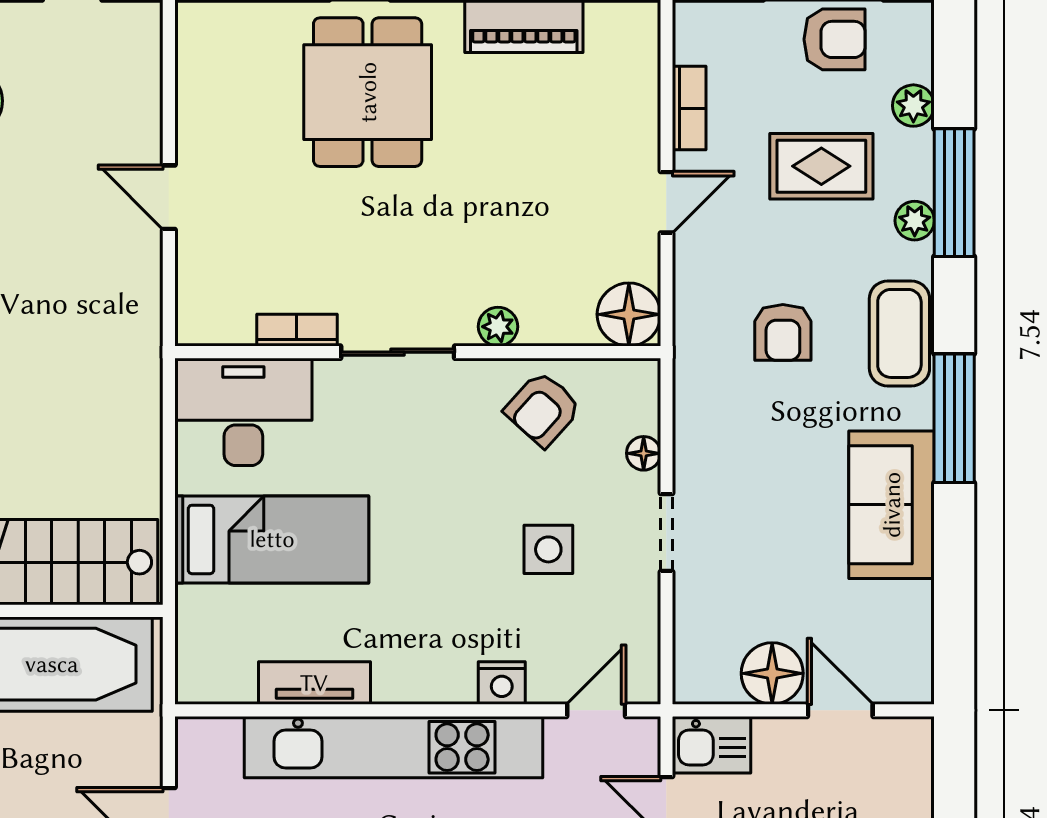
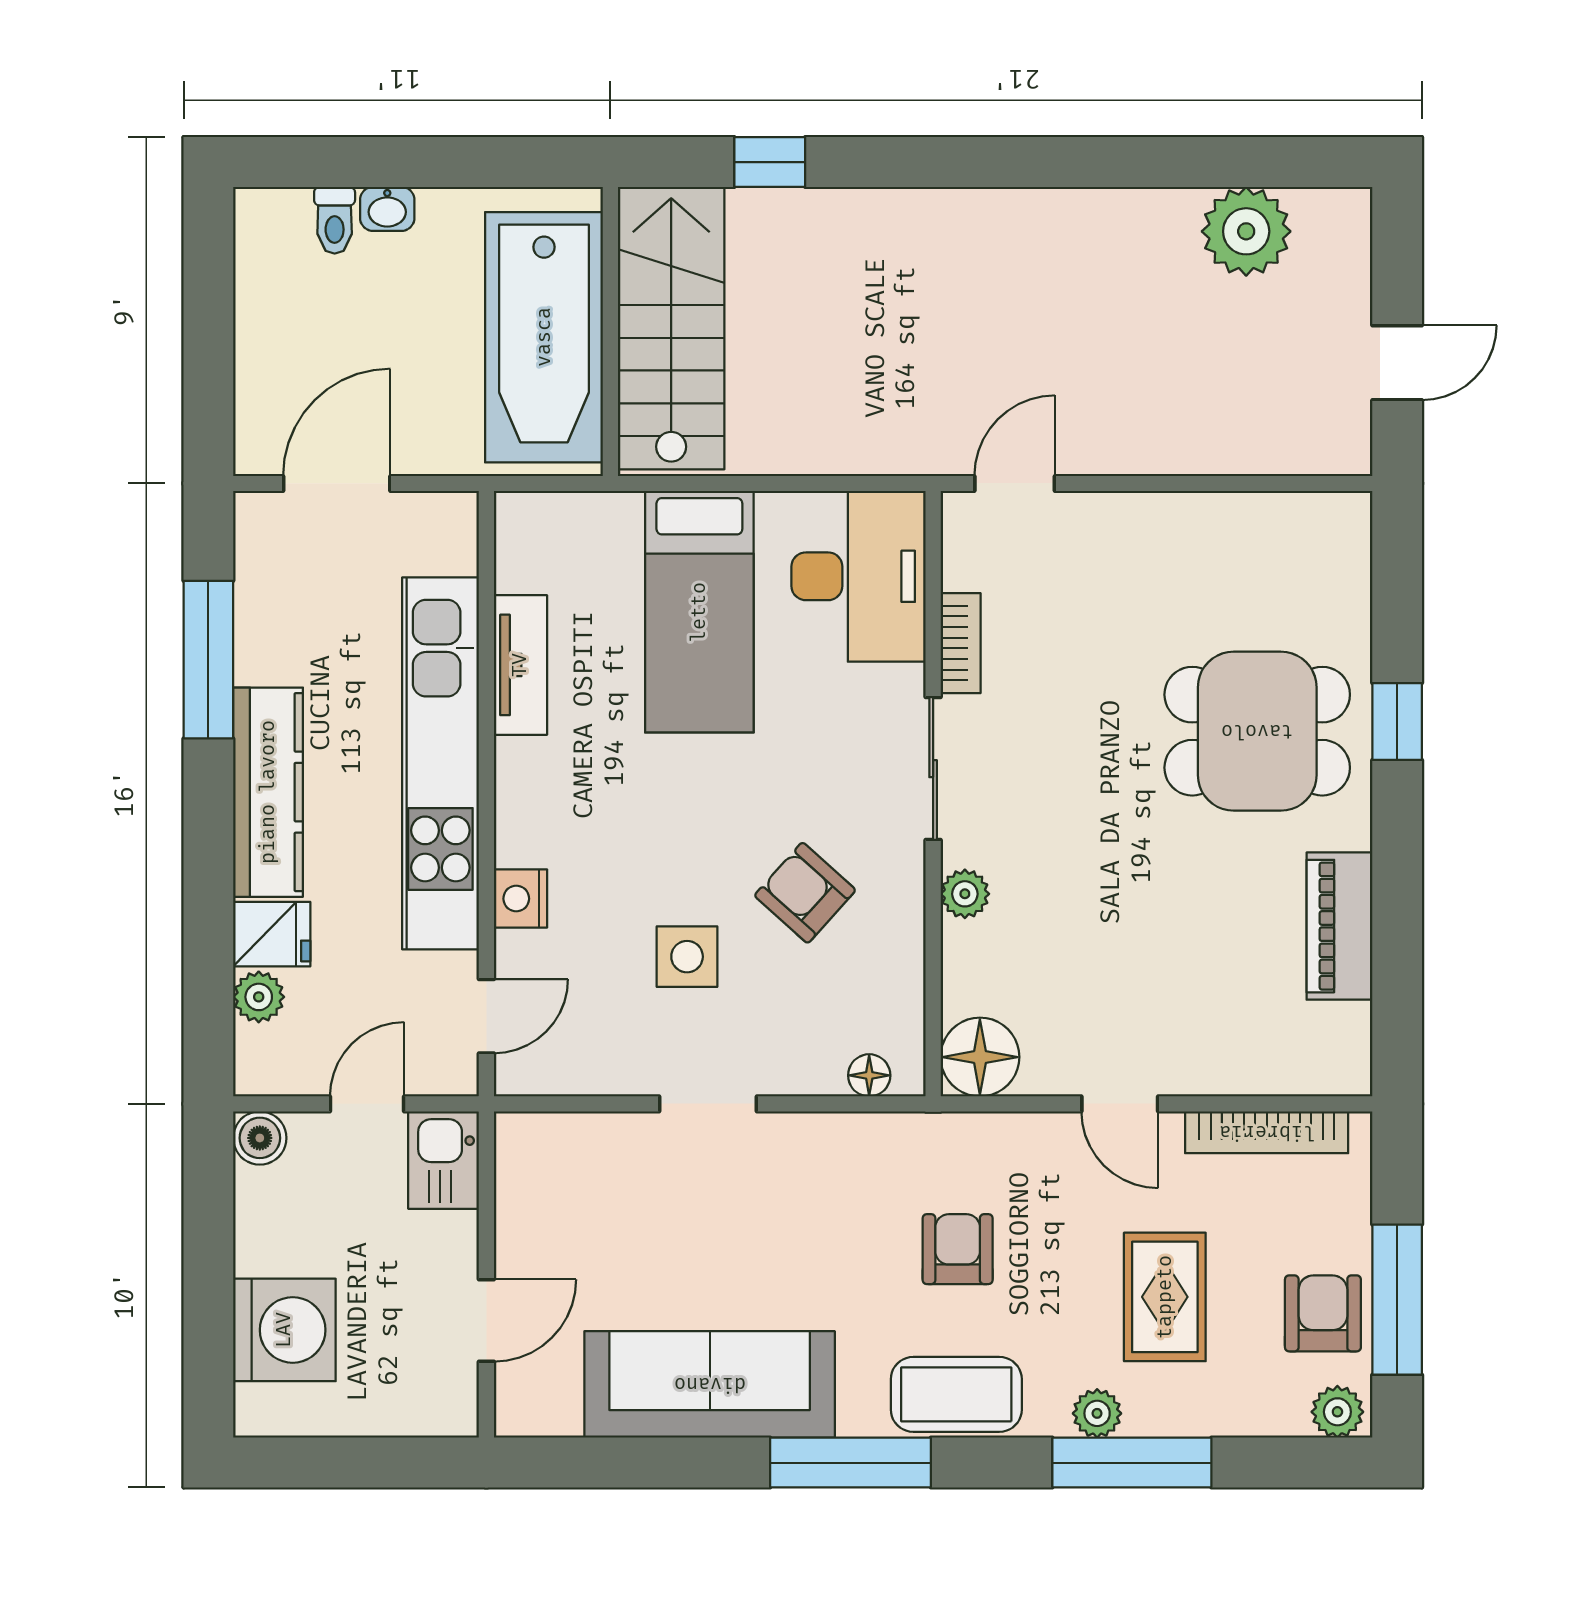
armchair: (835, 39) -> (1323, 1313), turned 180
plant: (913, 106) -> (1337, 1412), moved
bookcase: (689, 108) -> (1267, 1132), width x1.56
door: (169, 197) -> (1015, 483), moved
armchair: (783, 332) -> (958, 1249), turned 90
armchair: (543, 409) -> (805, 893), moved
floor lamp: (644, 453) -> (869, 1075), moved
sofa: (892, 505) -> (710, 1384), width x1.36
floor lamp: (772, 673) -> (532, 1236), removed
door: (596, 710) -> (486, 1016), hinge flipped

